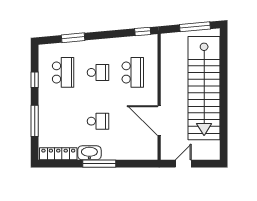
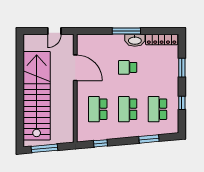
window: (143, 31) -> (100, 143), moved
school desk: (98, 72) -> (128, 109), width x1.85
window: (35, 121) -> (182, 68), width x0.69

